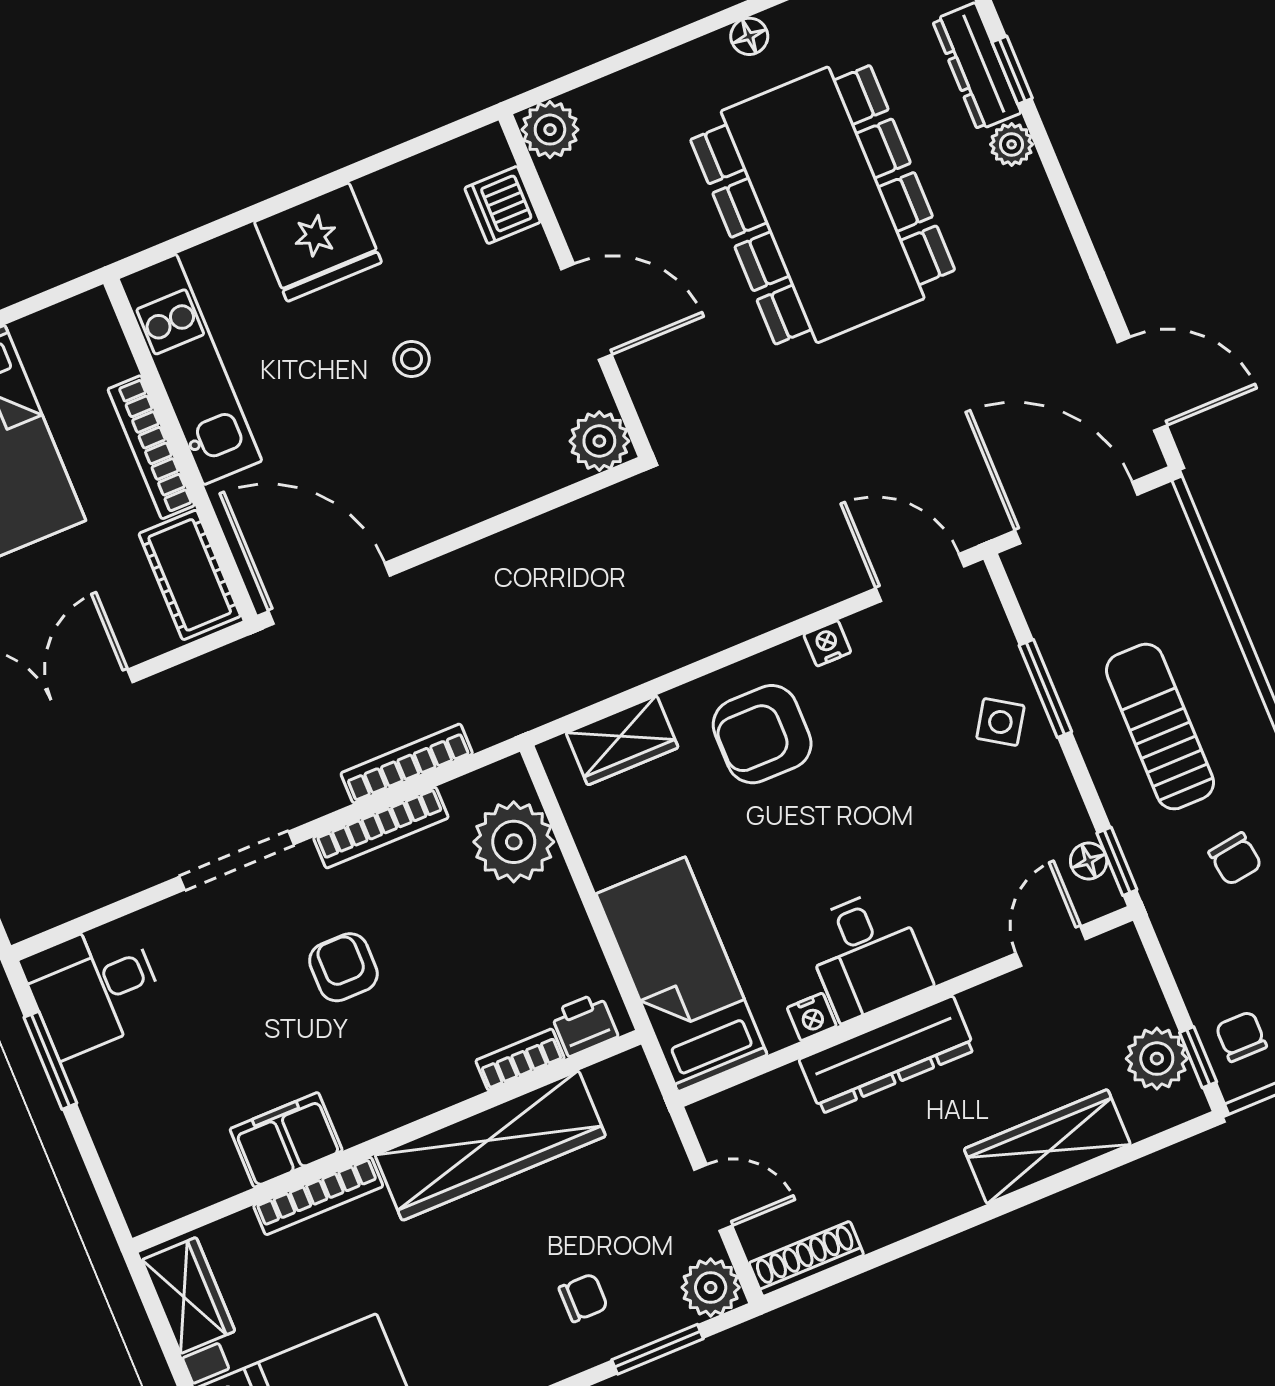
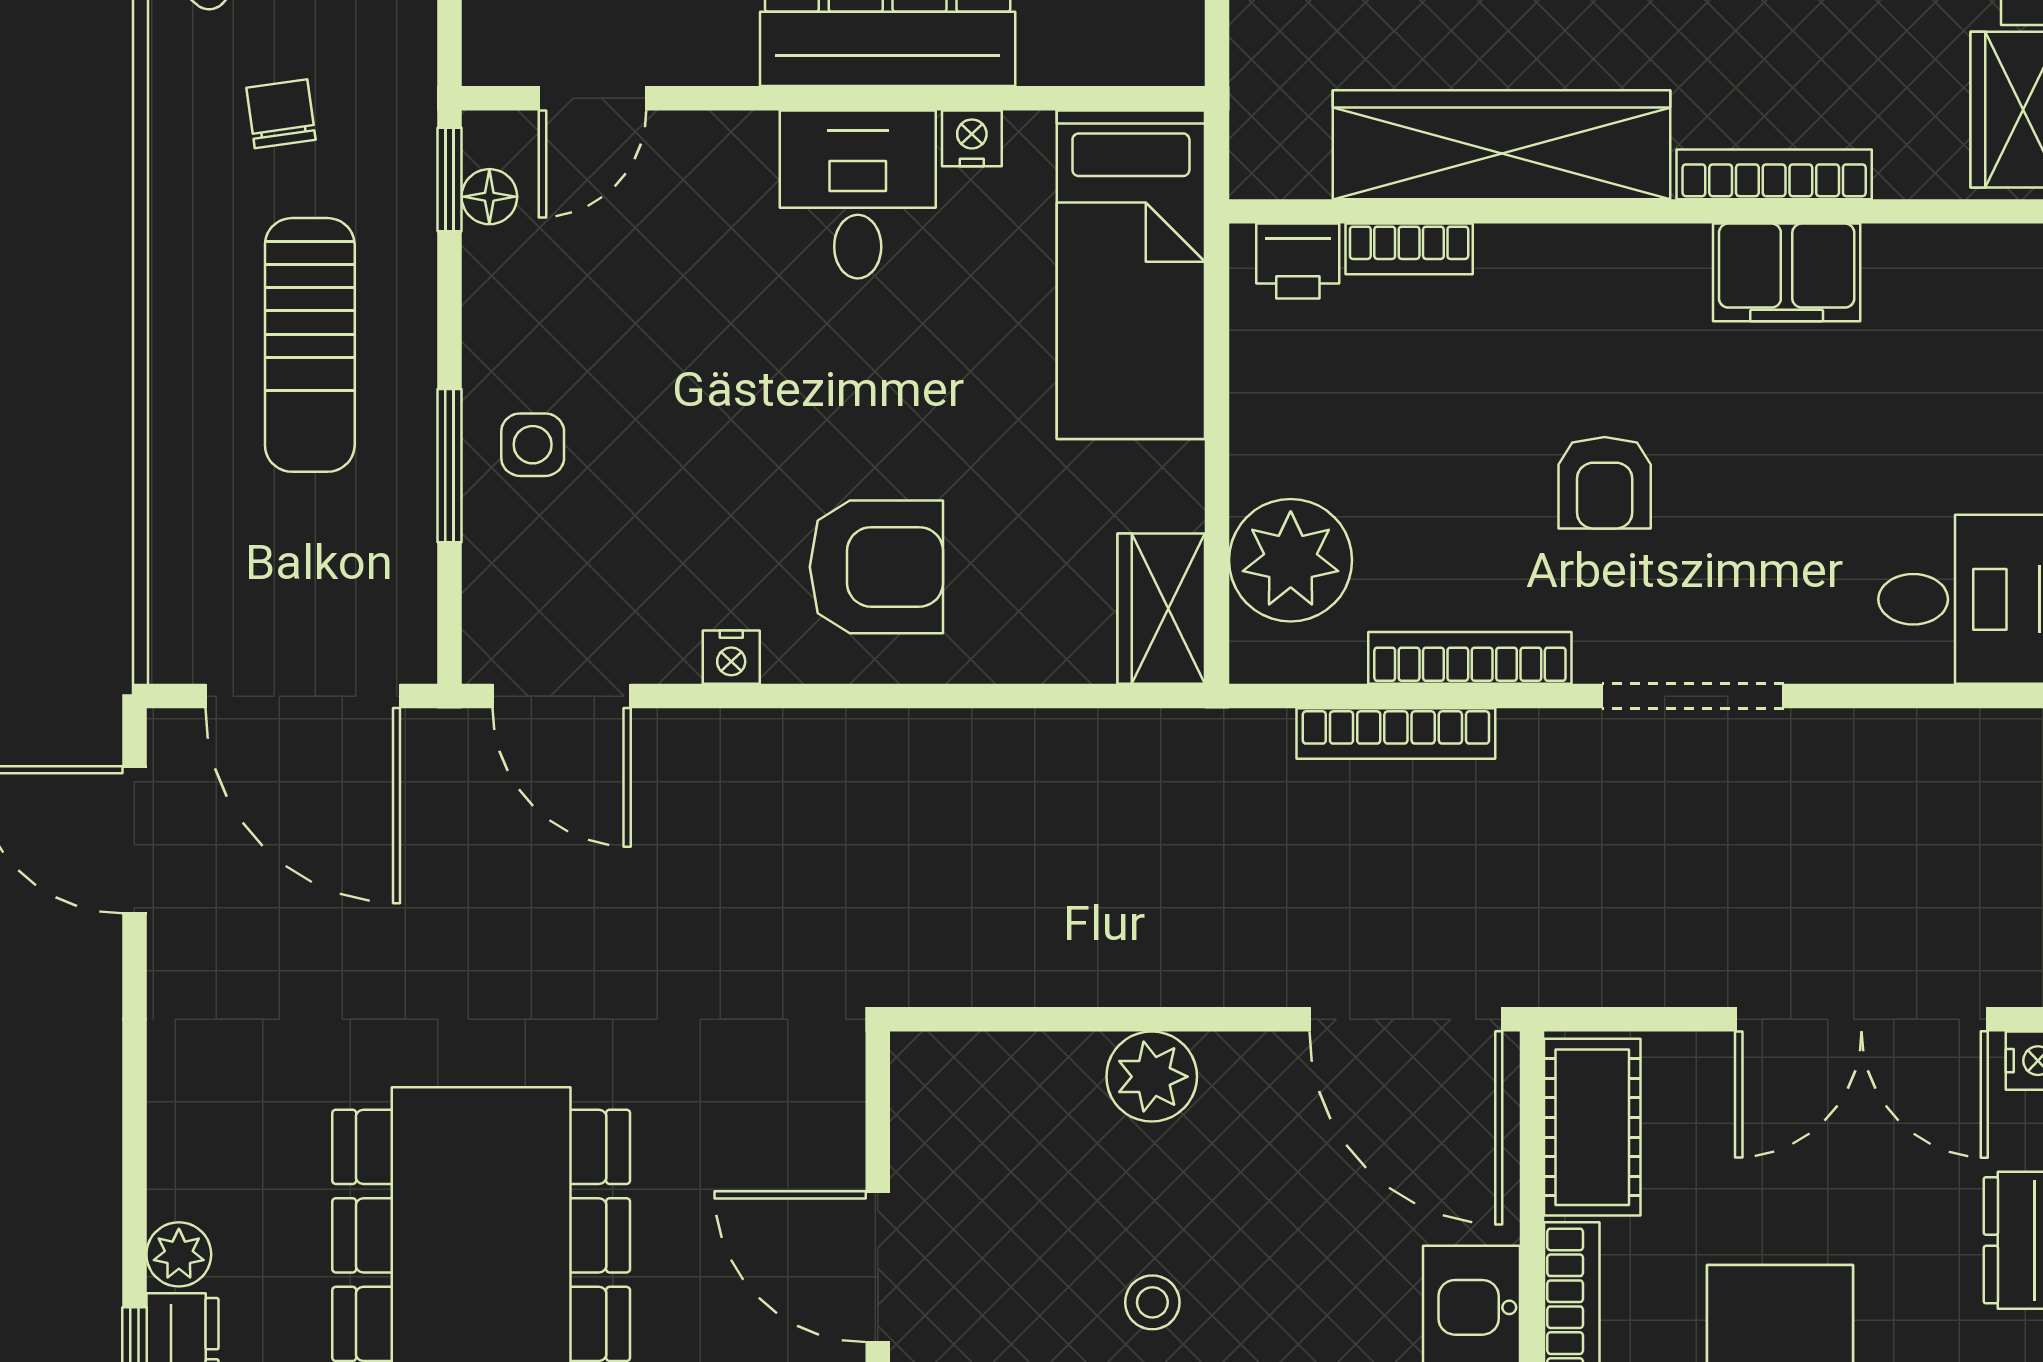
plant: (599, 441) -> (1152, 1077), moved
side table: (1000, 722) -> (533, 445), turned -33
wardrobe: (622, 740) -> (1161, 609), moved, turned -90

